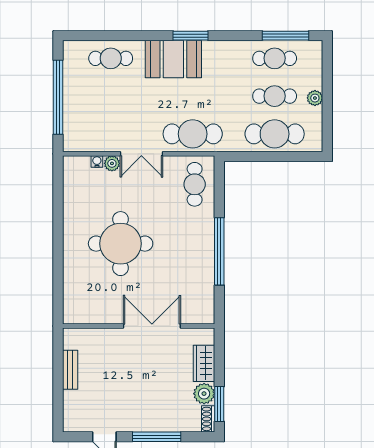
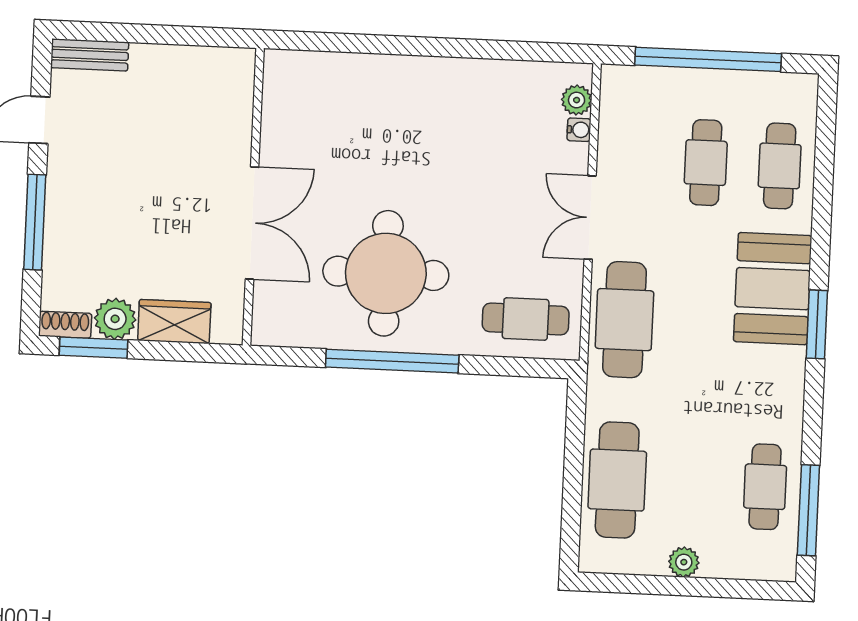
cafe table: (275, 96) -> (706, 163), moved
plant: (112, 163) -> (577, 100), moved
round table: (121, 244) -> (386, 273), moved
bench: (70, 370) -> (90, 55), moved

